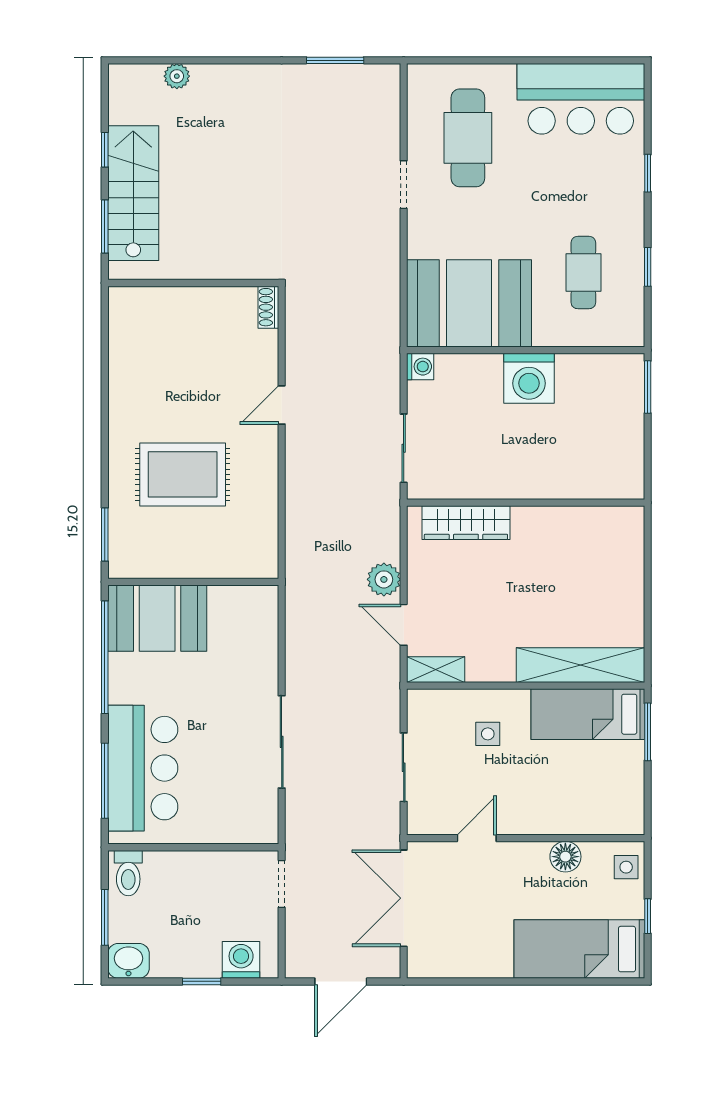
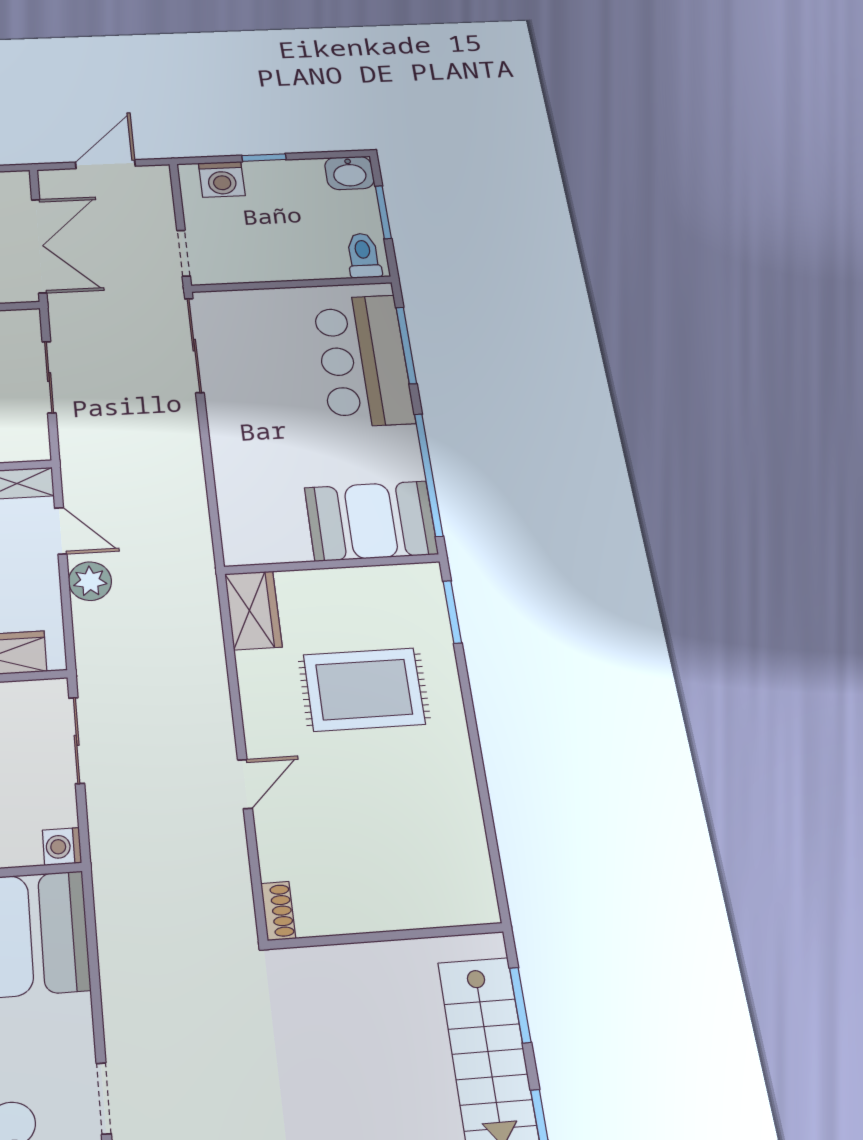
wardrobe: (260, 546) -> (253, 610), added
sliding door: (282, 742) -> (194, 345), moved

